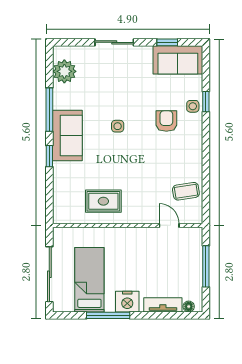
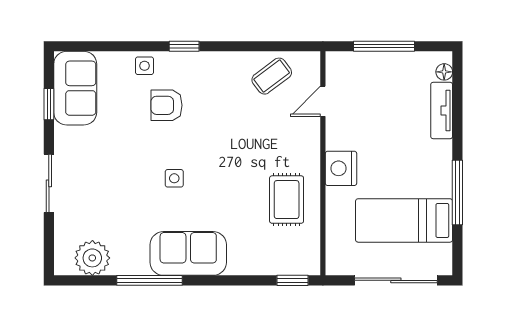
window: (206, 102) -> (184, 46), moved
window: (49, 156) -> (292, 280), moved
coffee table: (186, 191) -> (272, 76), turned 62
nightstand: (127, 302) -> (341, 168), moved, turned 180

